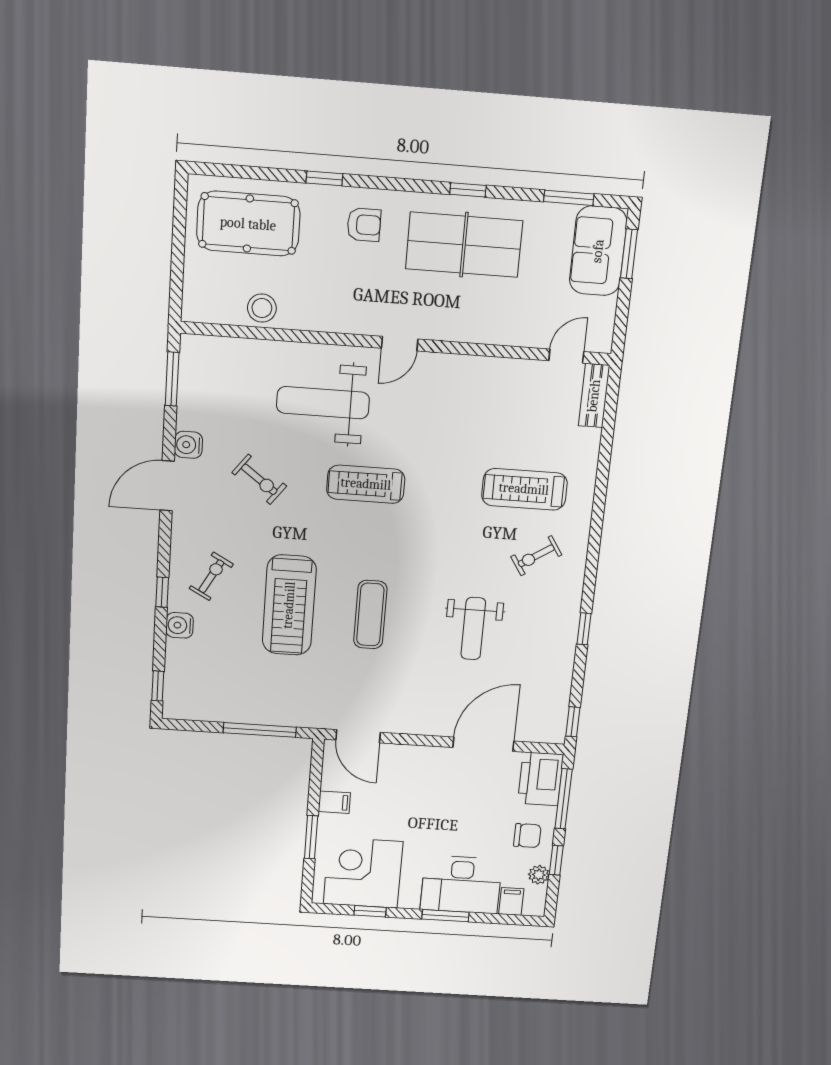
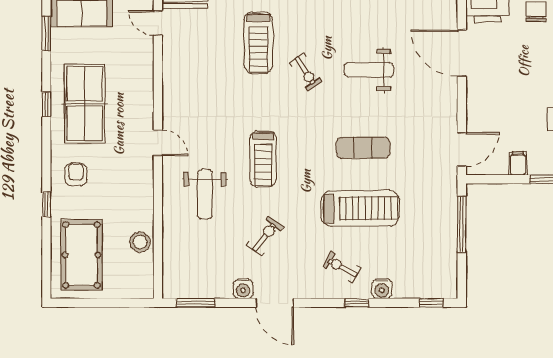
weight bench: (323, 403) -> (205, 194), width x0.73, depth x0.75
exercise bike: (536, 556) -> (306, 72), moved
weight bench: (473, 629) -> (369, 70), turned 180

